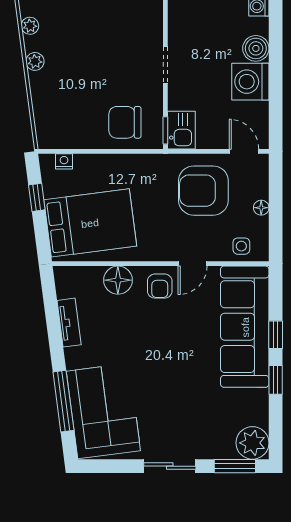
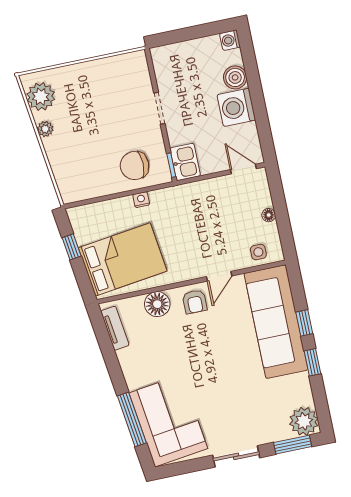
plant: (30, 26) -> (41, 97), width x1.88, depth x1.88
nightstand: (64, 161) -> (141, 200), moved
armchair: (203, 191) -> (215, 211), removed
tv unit: (69, 323) -> (115, 328), moved

